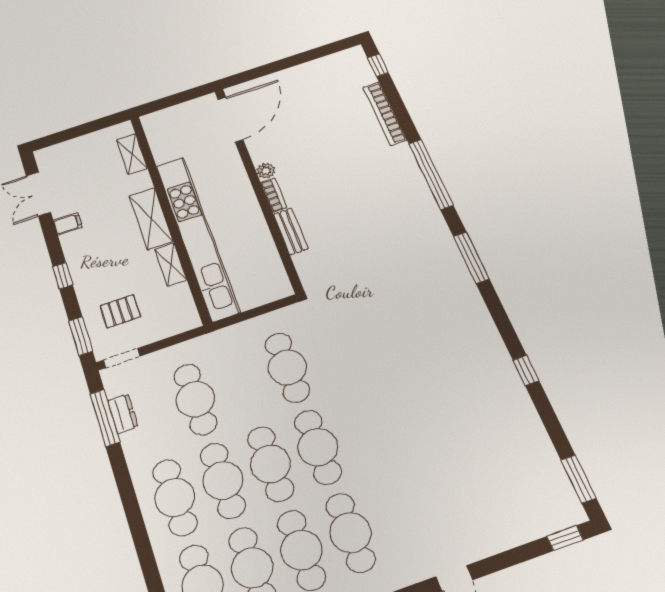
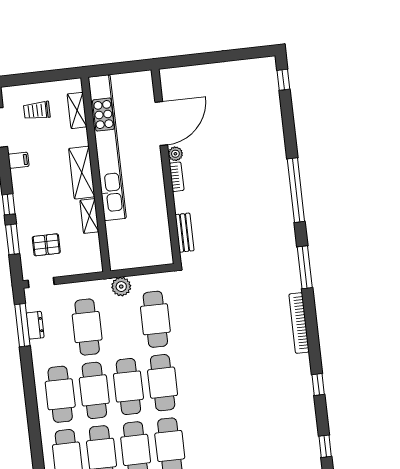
bookcase: (385, 113) -> (299, 323), moved
door: (230, 119) -> (161, 124), moved
trolley: (82, 166) -> (37, 111), added
bench: (291, 231) -> (185, 233), moved
kitchen unit: (197, 237) -> (107, 148), moved
window: (81, 336) -> (13, 239), moved
plant: (231, 338) -> (121, 287), added
window: (526, 370) -> (318, 385), moved
window: (579, 479) -> (325, 446), width x0.67

